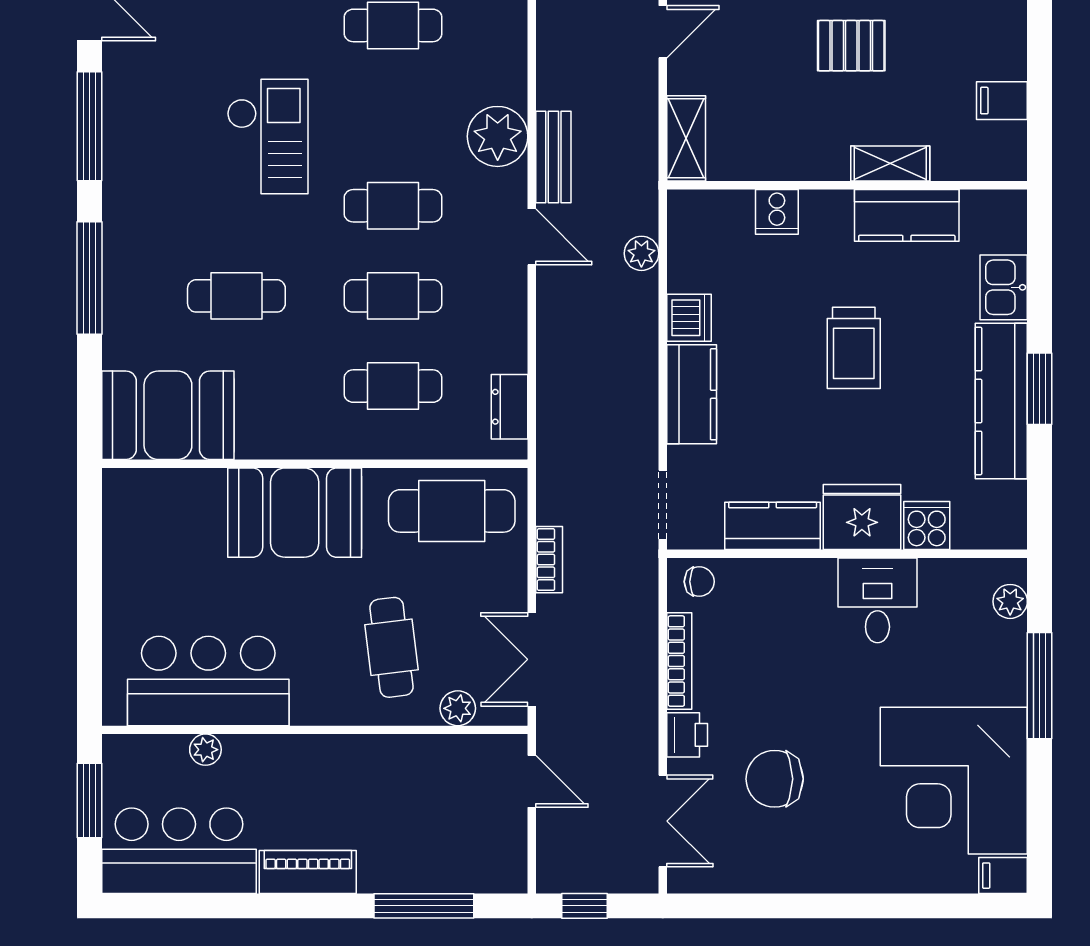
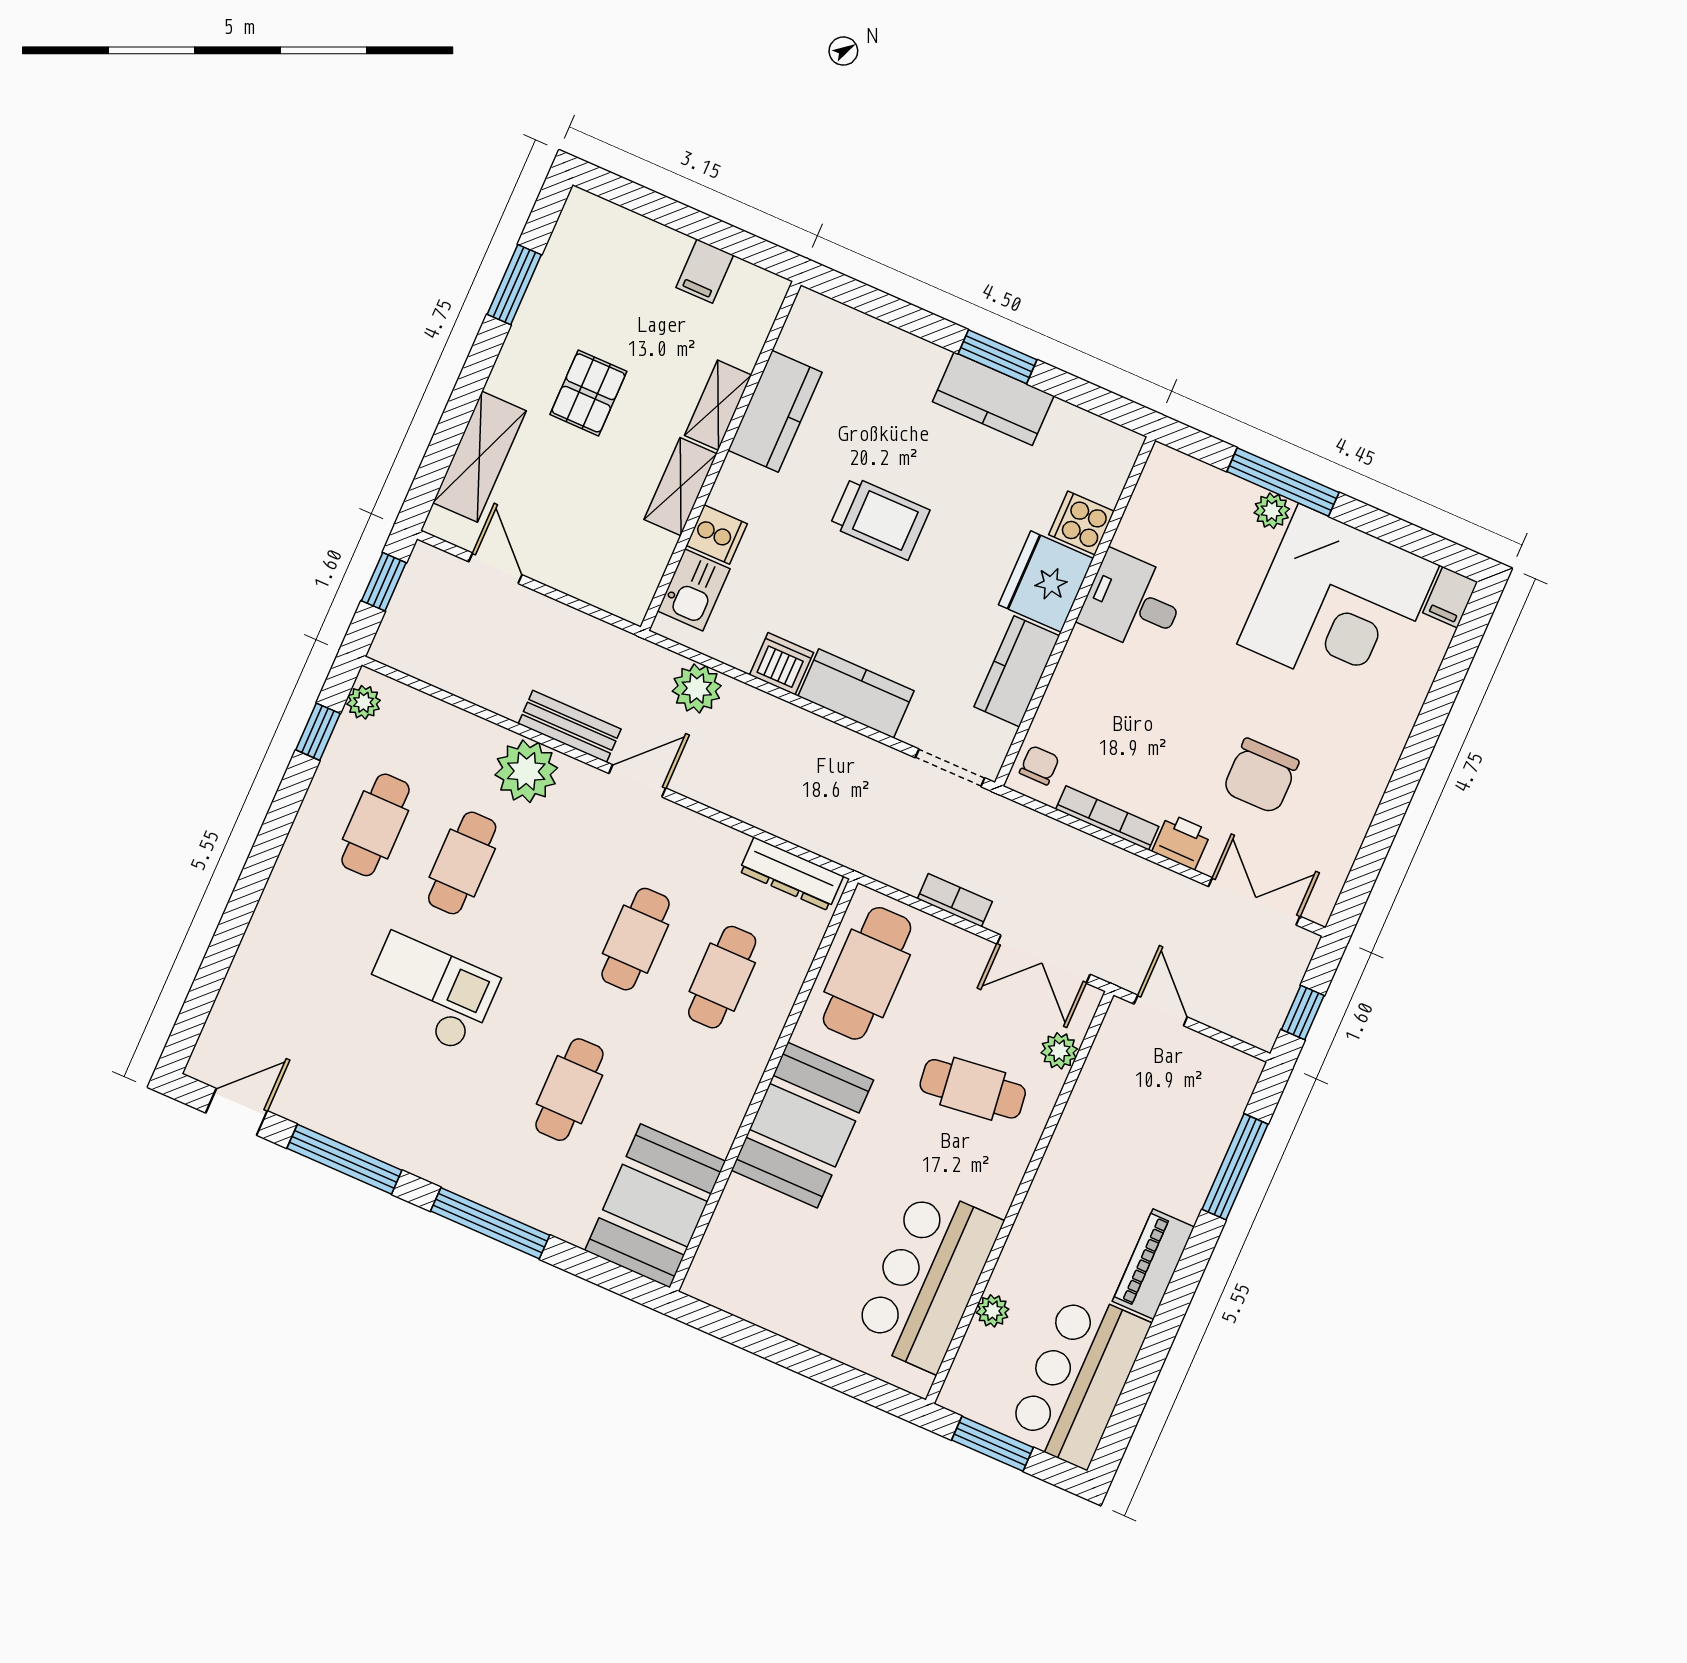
shelving: (686, 138) -> (680, 487), moved, turned 90
cafe table: (393, 206) -> (462, 863), moved
plant: (641, 253) -> (697, 688), width x1.38, depth x1.38
kitchen sink: (1004, 287) -> (694, 590), moved, turned -90
kitchen counter: (1001, 401) -> (993, 399), width x0.67
dresser: (509, 407) -> (791, 874), width x1.44
plant: (1010, 601) -> (1272, 511), moved
door: (532, 781) -> (1161, 1011), hinge flipped

